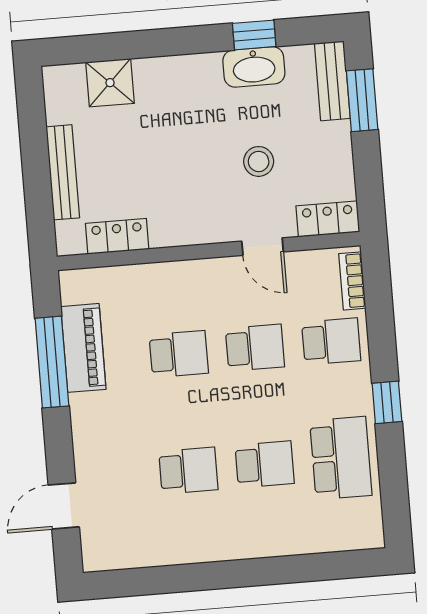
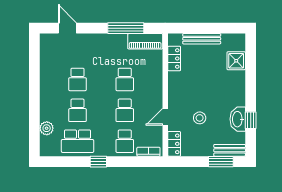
piano: (83, 348) -> (145, 41), moved
plant: (315, 537) -> (47, 128), added

